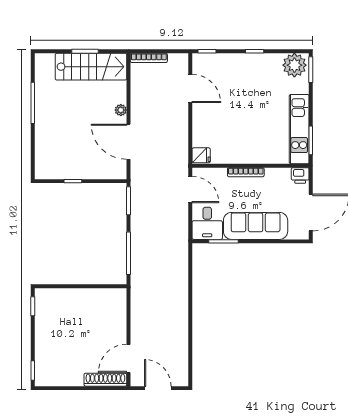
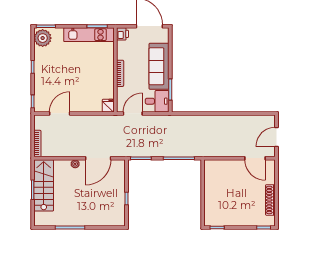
shoe rack: (105, 380) -> (270, 200), moved

